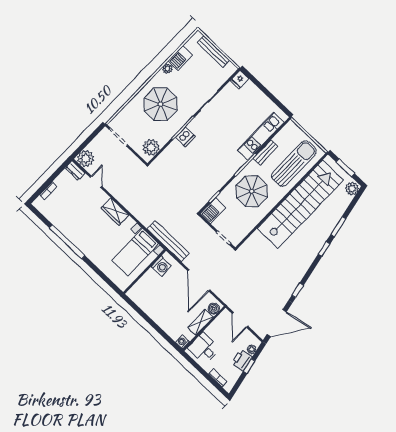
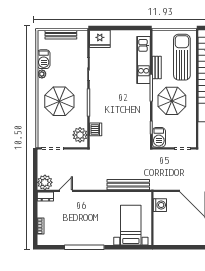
fridge: (239, 80) -> (100, 39), width x1.88, depth x1.34
dishwasher: (185, 137) -> (96, 129), moved
door: (96, 182) -> (66, 191), hinge flipped
wardrobe: (115, 212) -> (96, 198), removed
bench: (168, 241) -> (128, 185), moved
bed with nightstands: (135, 252) -> (131, 225), moved, turned 180

